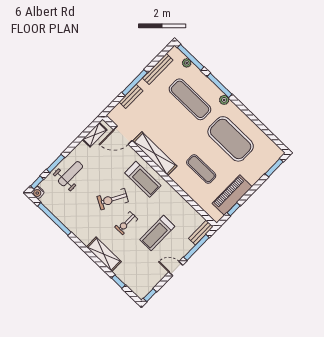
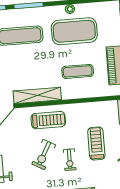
plant: (224, 100) -> (70, 9), moved
treadmill: (157, 233) -> (96, 144), turned 180

